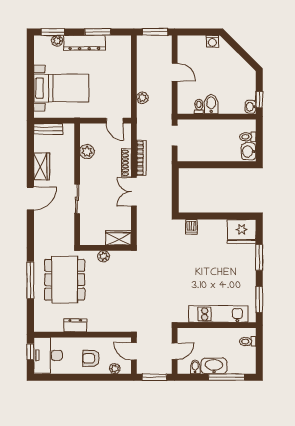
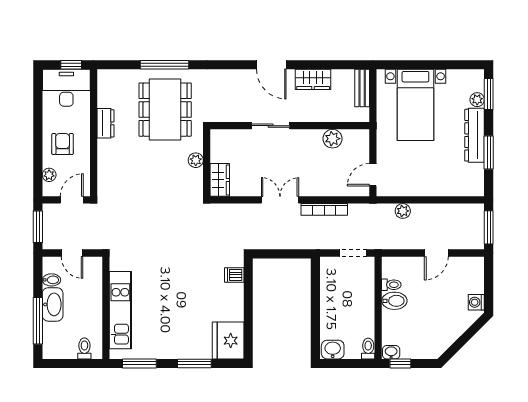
toilet: (248, 137) -> (368, 349), moved
shoe rack: (126, 163) -> (318, 190), removed
dining table: (65, 280) -> (165, 110), turned 90

